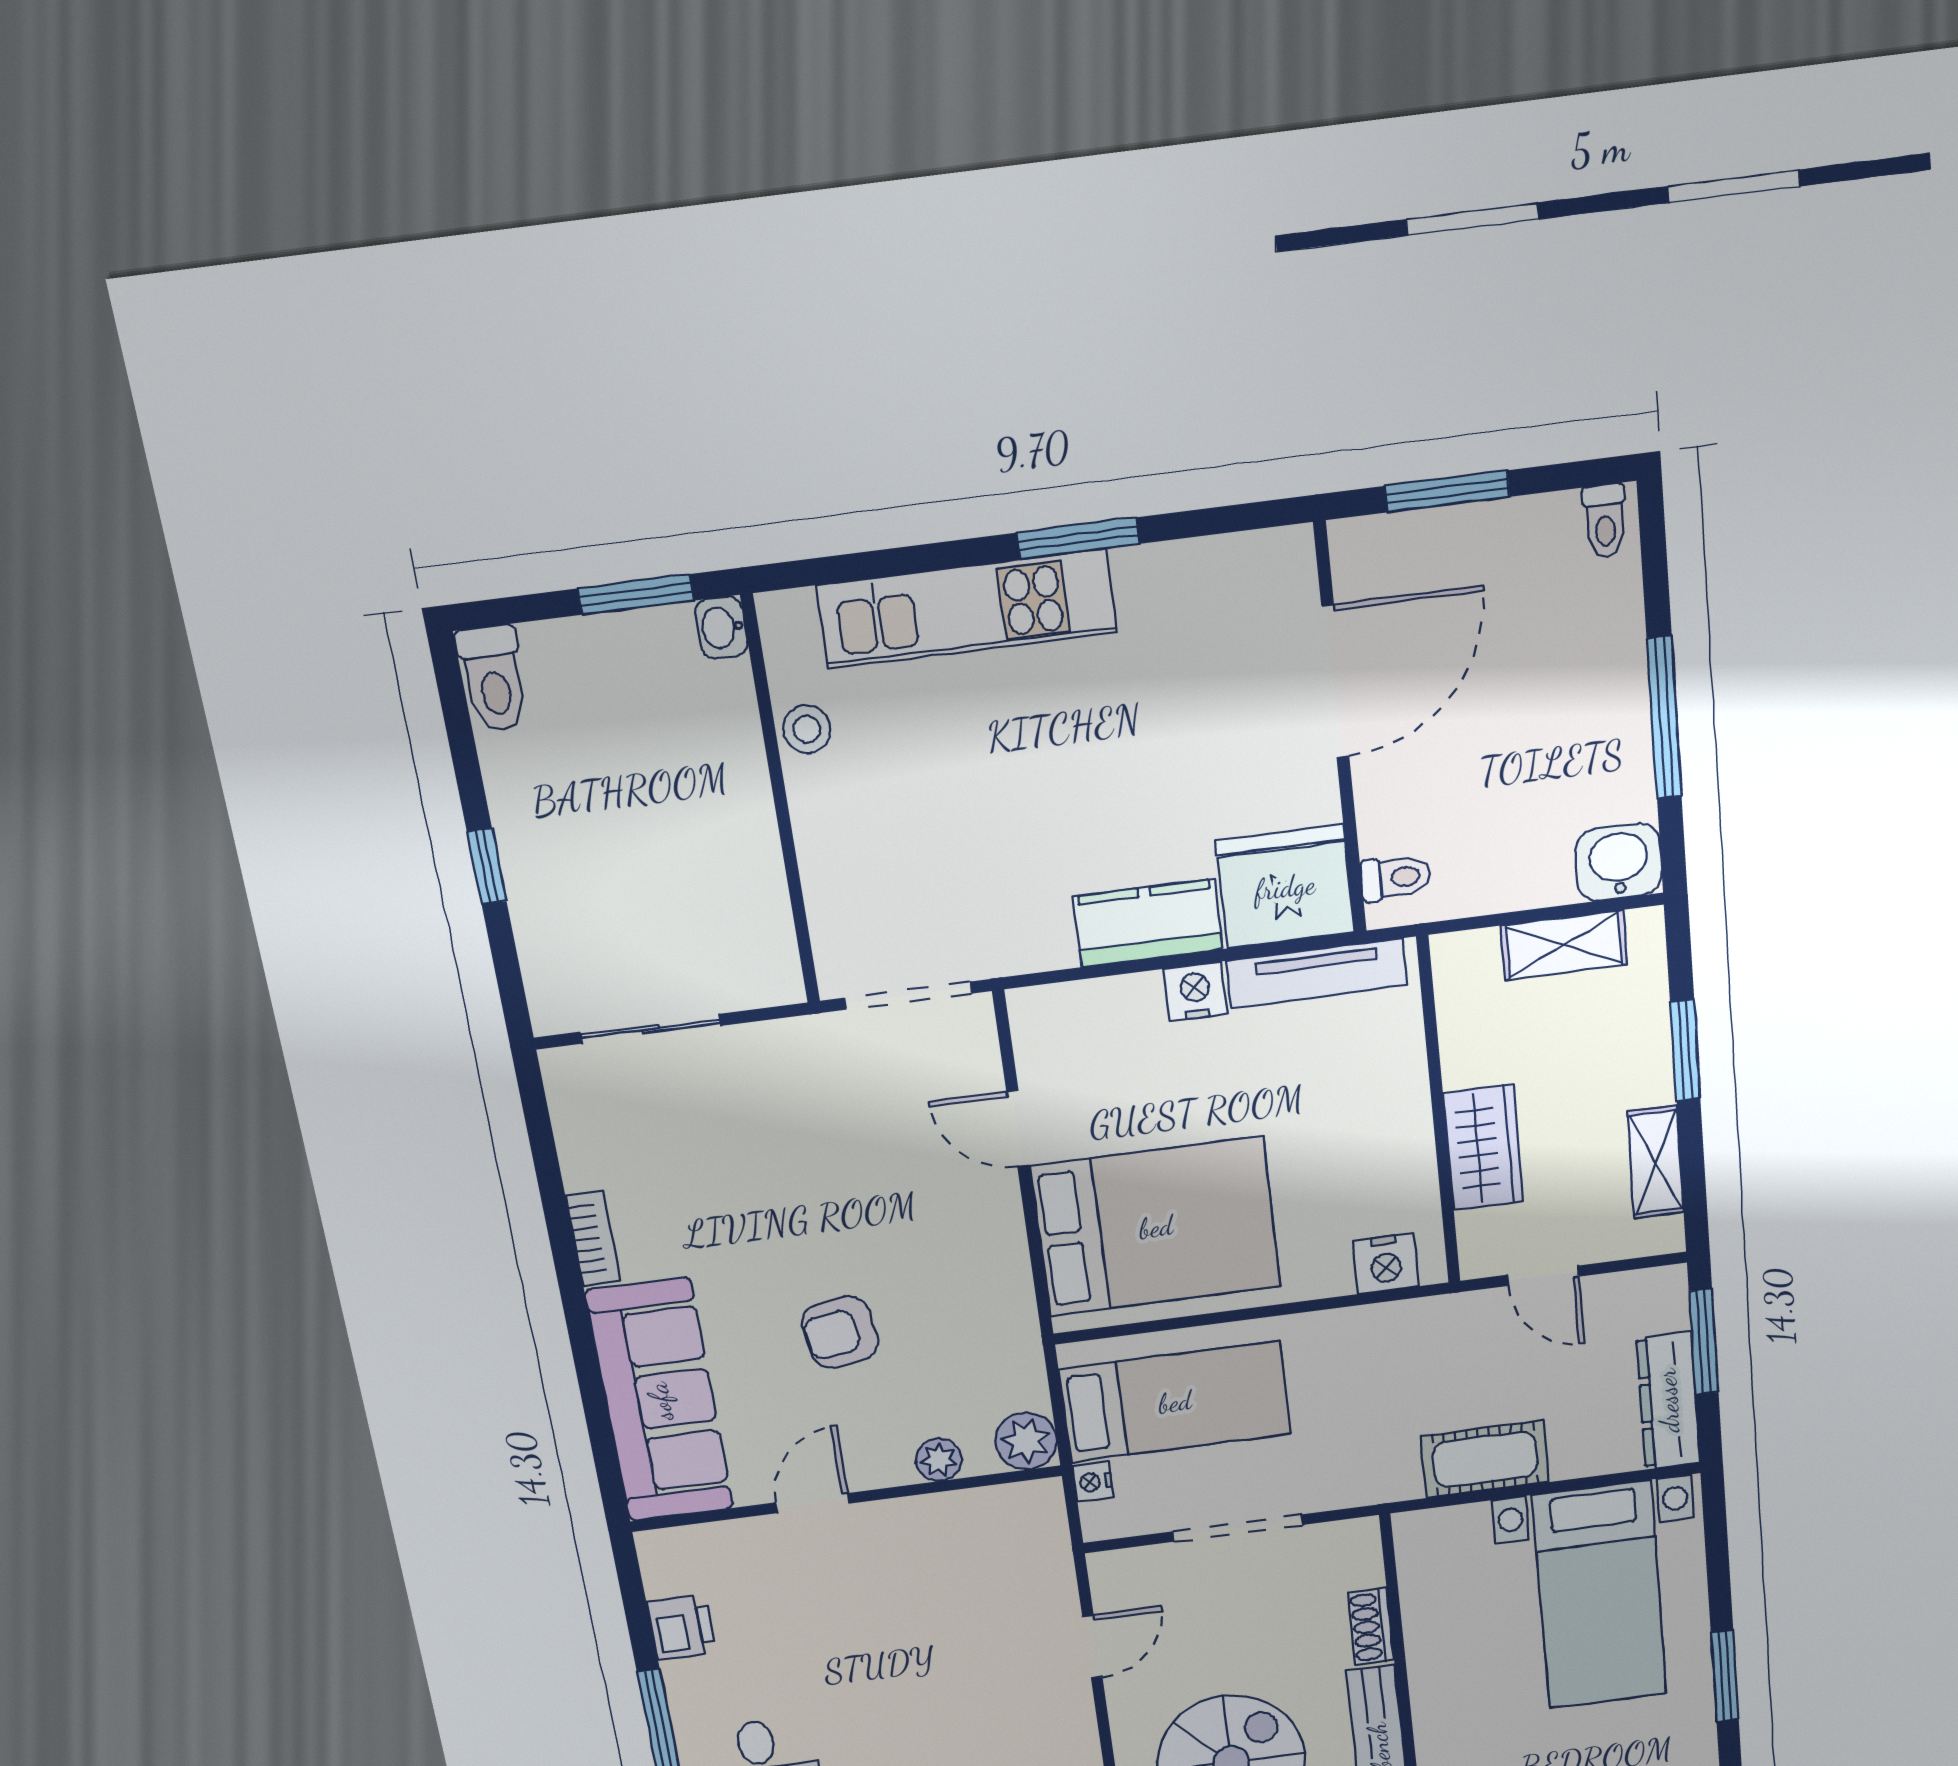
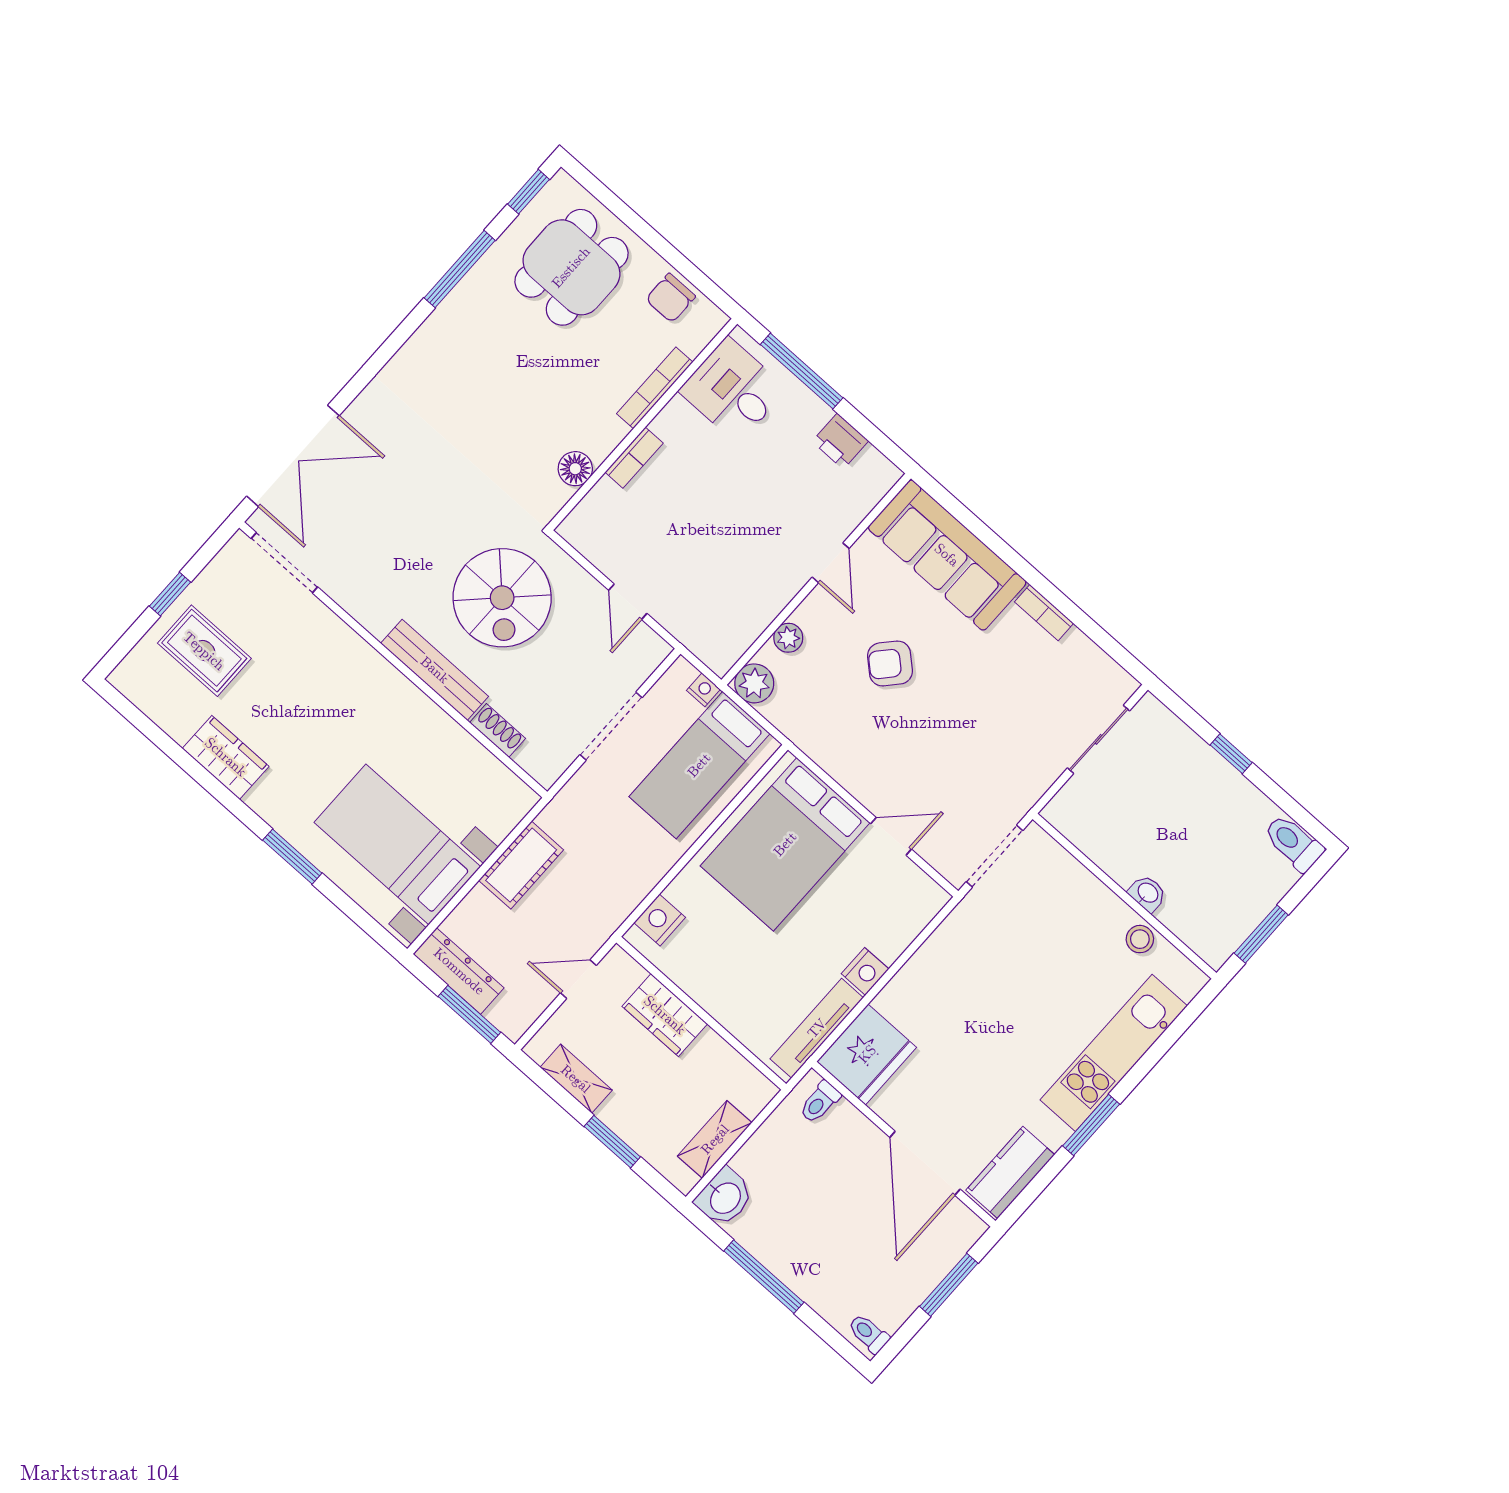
washbasin: (721, 628) -> (1147, 893), moved
kitchen counter: (1148, 923) -> (1010, 1172), moved, turned 180
armchair: (840, 1332) -> (890, 663), turned -129

